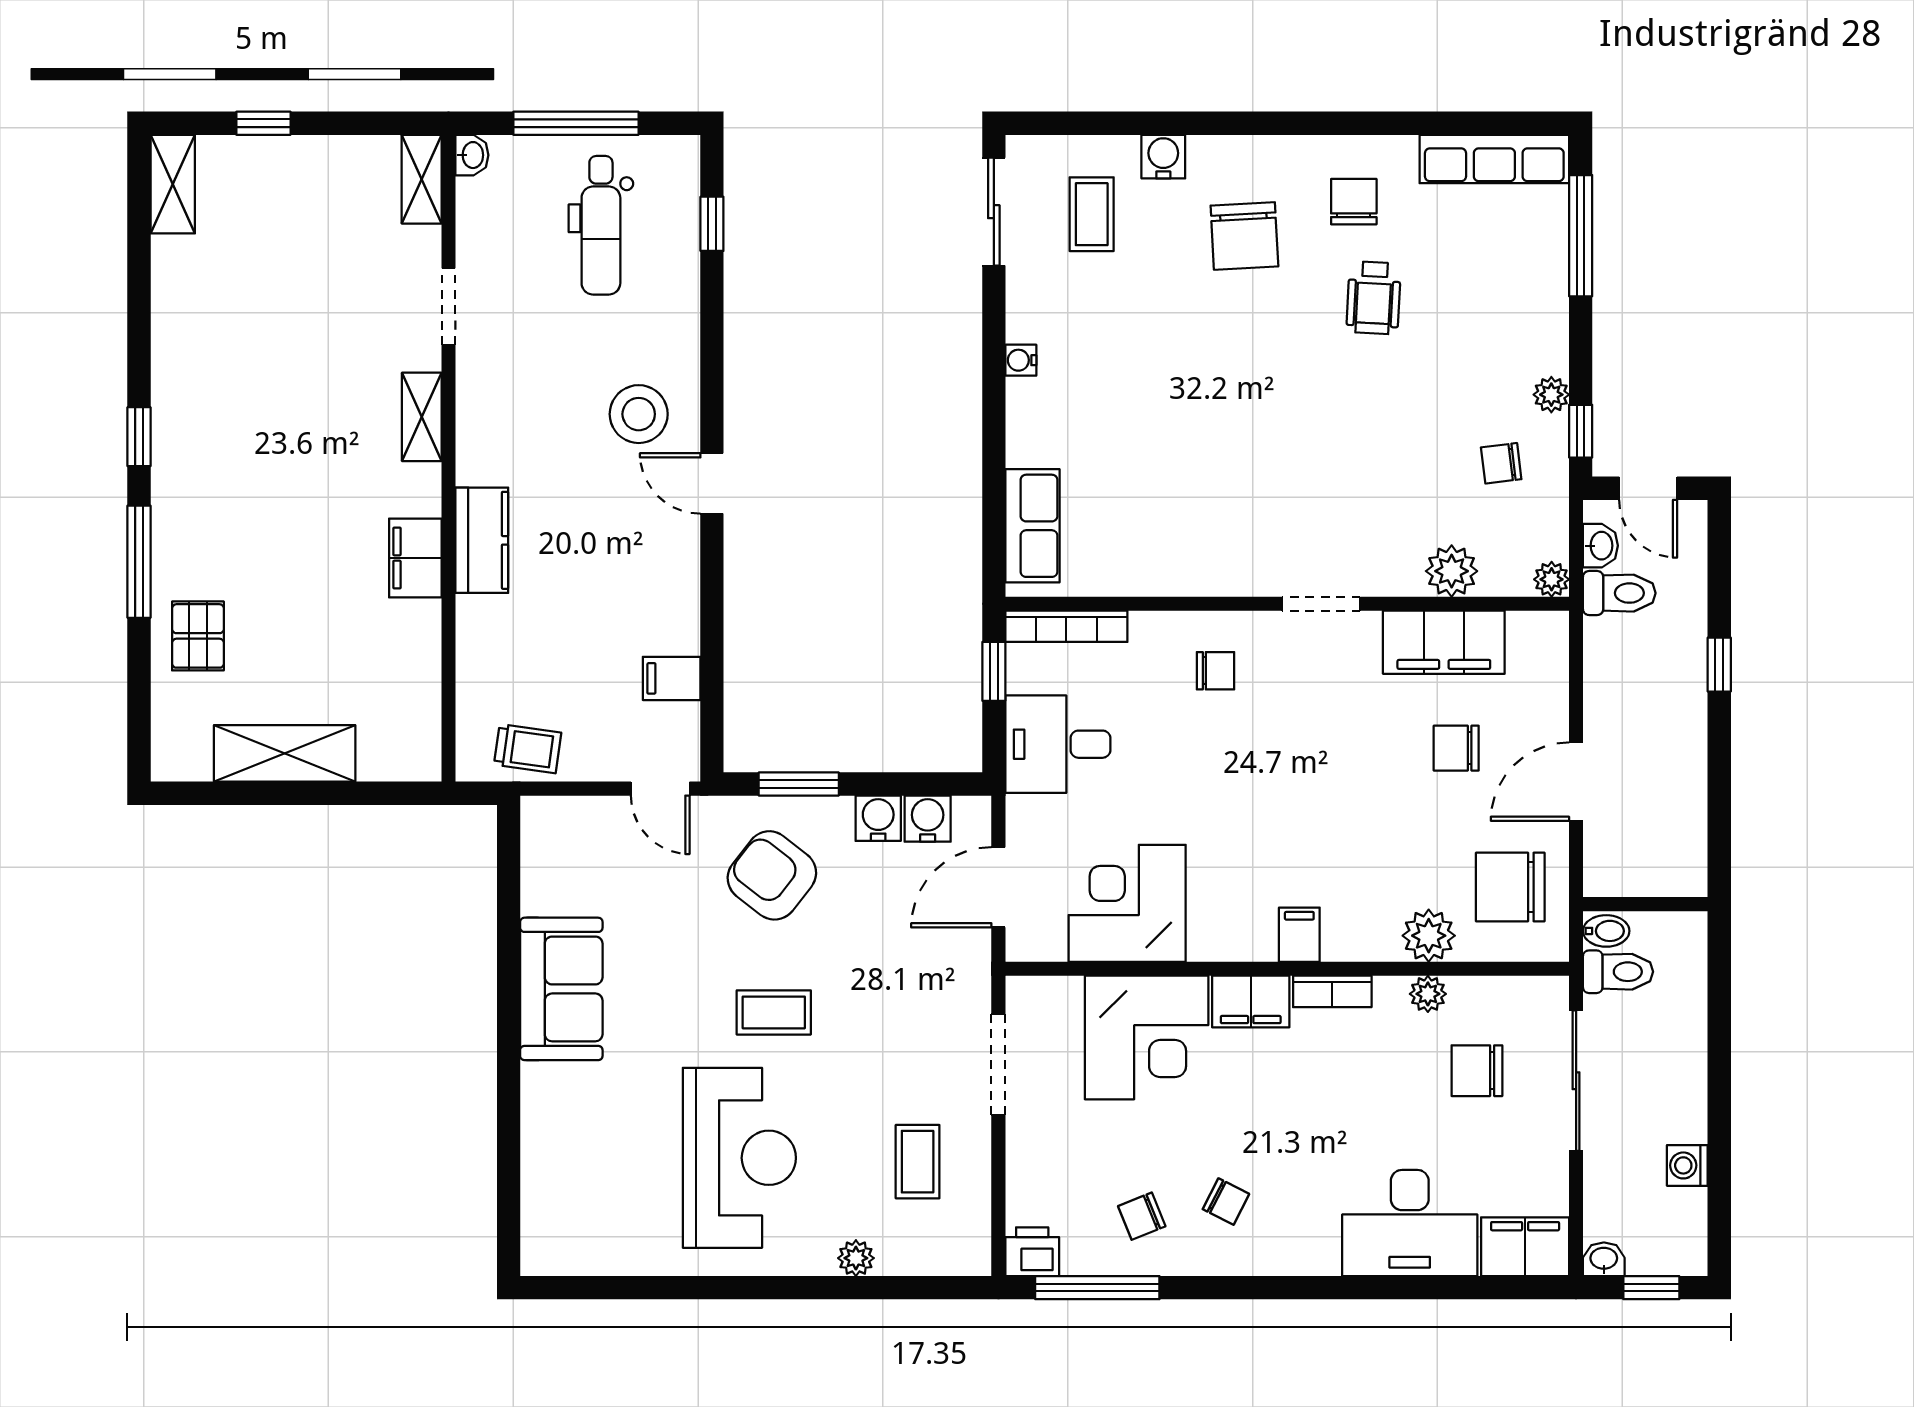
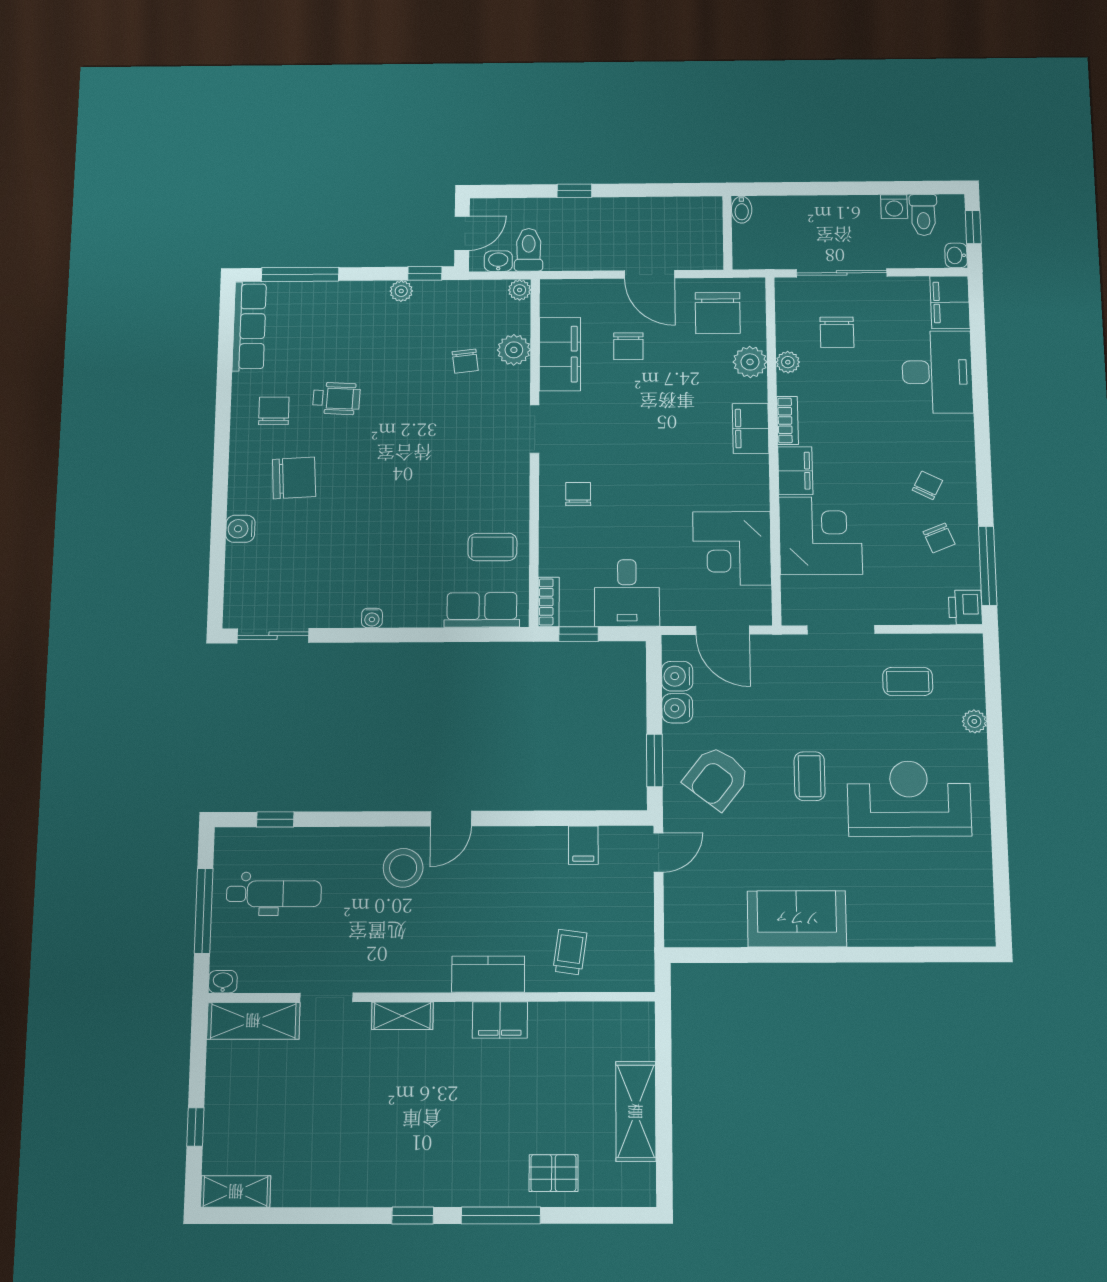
shelving: (422, 179) -> (253, 1021), width x1.50, depth x1.33
chair: (1354, 202) -> (274, 411), turned 90
coffee table: (1092, 214) -> (492, 547), moved
chair: (1501, 463) -> (465, 361), moved
bookcase: (1066, 626) -> (549, 602), width x0.64
trolley: (528, 749) -> (570, 952), moved
bidet: (1606, 931) -> (742, 210), moved, turned 180
filing cabinet: (1299, 935) -> (751, 428), width x2.00
toilet: (1618, 972) -> (923, 215), moved, turned 180

